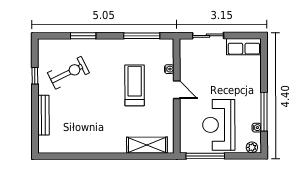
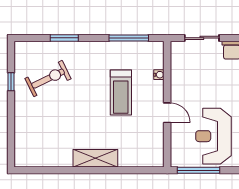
treadmill: (135, 85) -> (121, 93), turned 180
door: (177, 90) -> (167, 113), moved
bench: (43, 115) -> (20, 125), removed
shelving: (147, 145) -> (95, 158), moved

